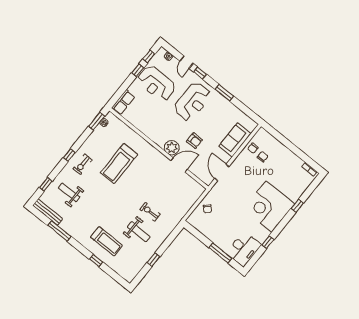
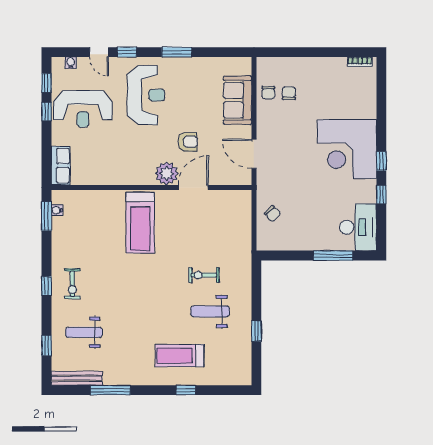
treadmill: (119, 164) -> (140, 223), moved
window: (297, 206) -> (381, 161), moved
weight bench: (139, 232) -> (210, 311), turned 180
treadmill: (106, 241) -> (179, 356), turned 180

